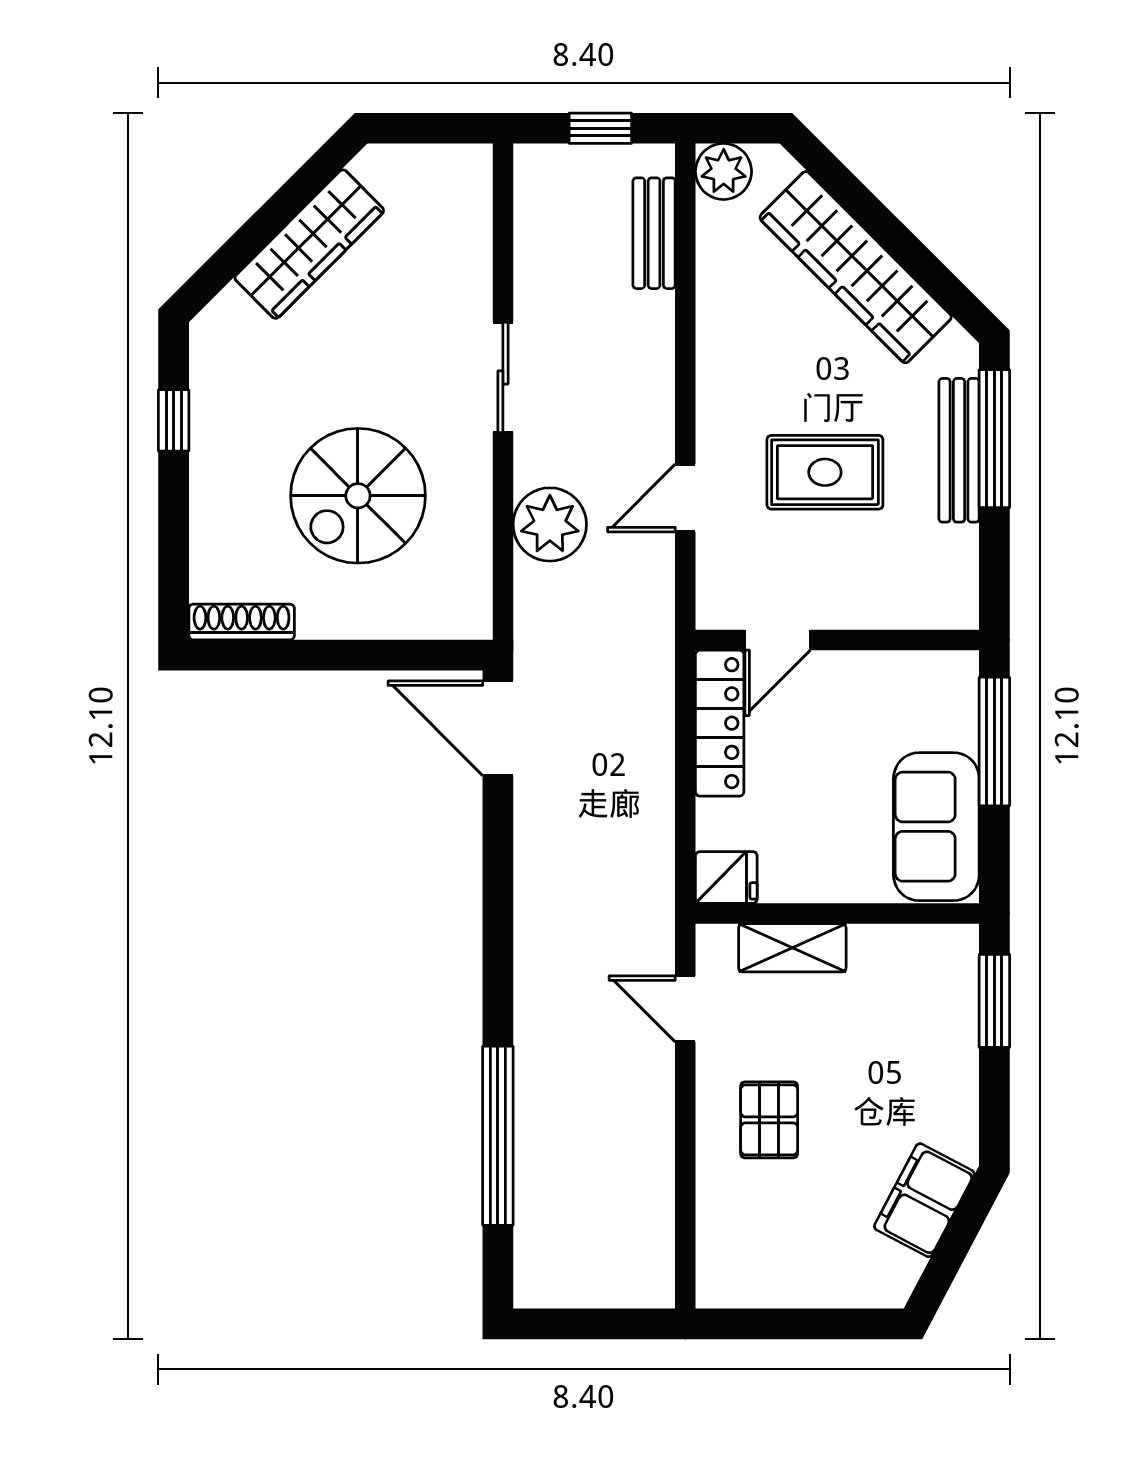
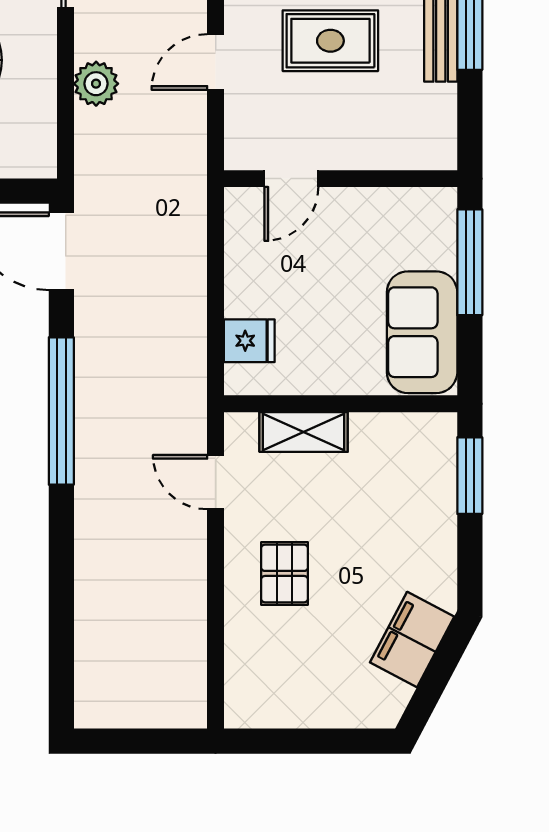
plant: (550, 524) -> (96, 84), width x0.73, depth x0.73
locker: (720, 723) -> (244, 247), removed
fridge: (726, 877) -> (249, 341), moved
window: (498, 1136) -> (61, 411), moved

